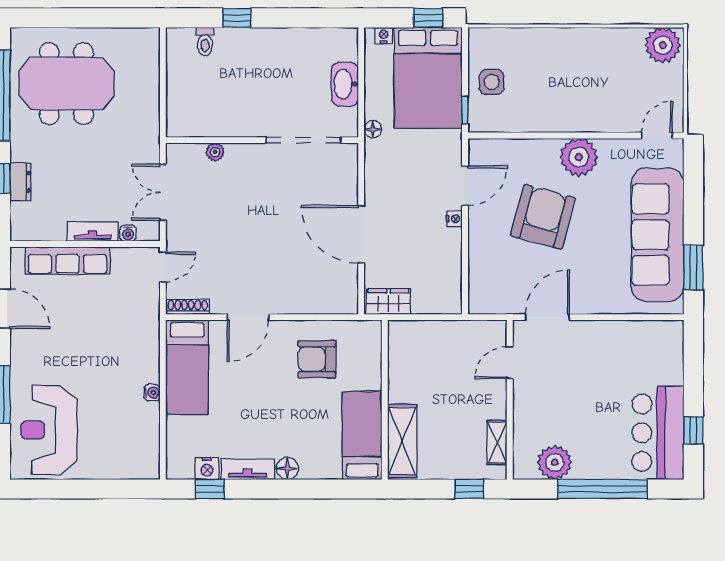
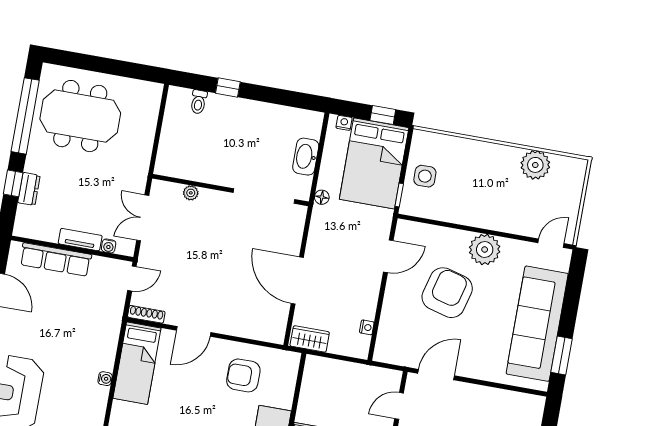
plant: (663, 45) -> (535, 165), moved
nightstand: (454, 219) -> (367, 327), moved

